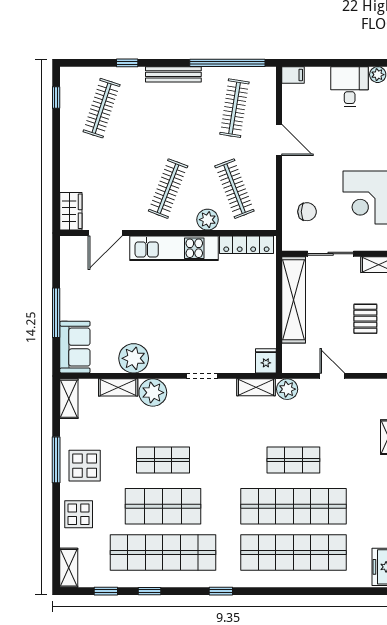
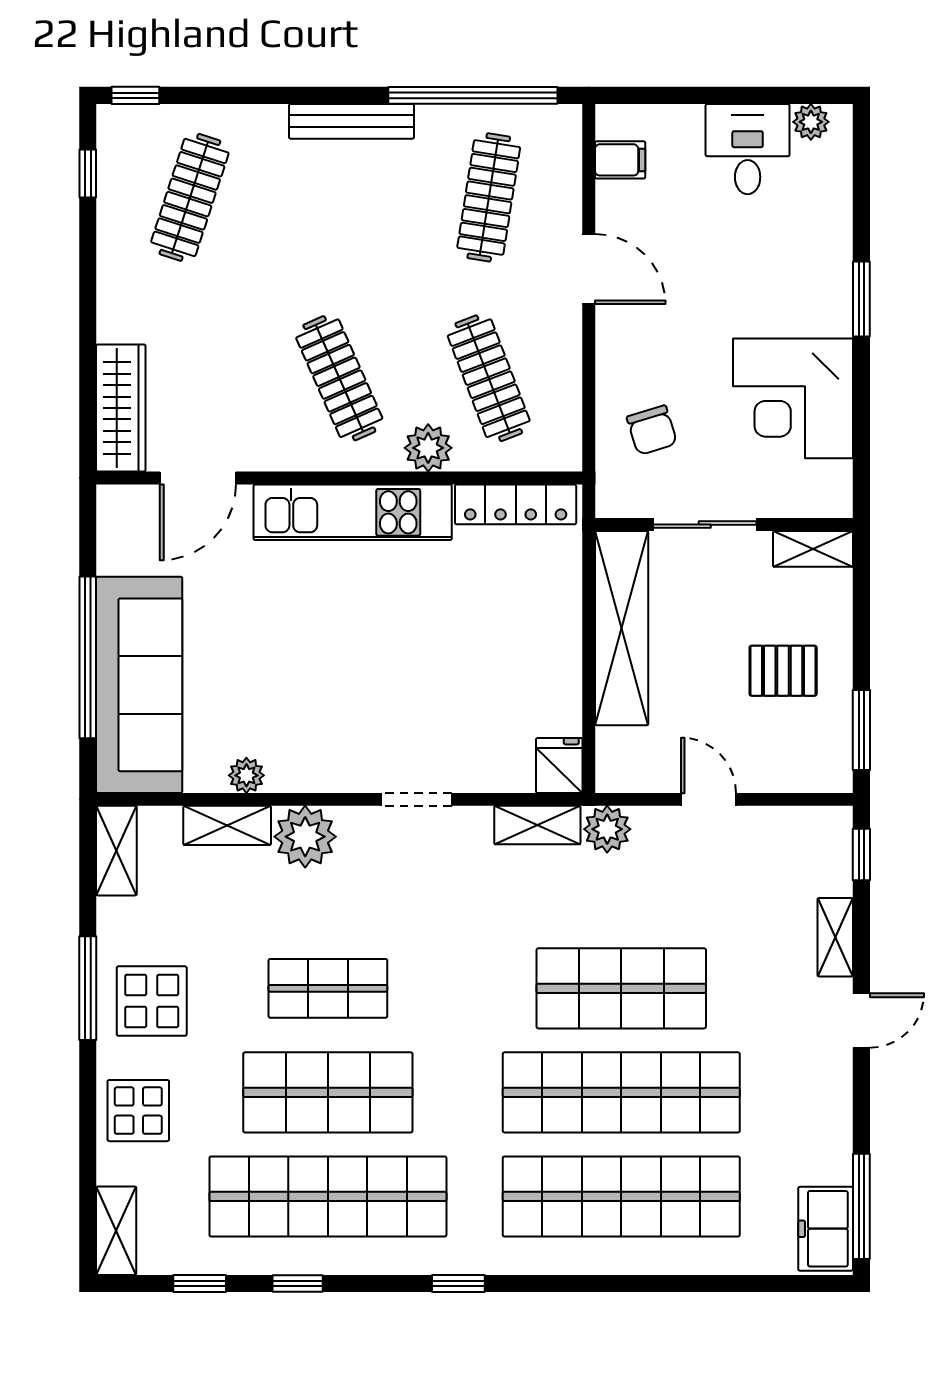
window: (127, 63) -> (135, 95), moved
filing cabinet: (293, 75) -> (620, 160), moved
clothes rail: (168, 189) -> (339, 378), turned -45
wardrobe: (71, 211) -> (121, 408), width x1.50
chair: (307, 212) -> (652, 430), turned 73
window: (56, 313) -> (88, 657), width x1.46
pallet: (365, 319) -> (783, 671), turned 90
sofa: (75, 347) -> (139, 685), width x1.85, depth x1.27
plant: (134, 358) -> (246, 775), width x0.53, depth x0.53
shop shelf: (293, 460) -> (621, 988), width x1.43, depth x1.36

